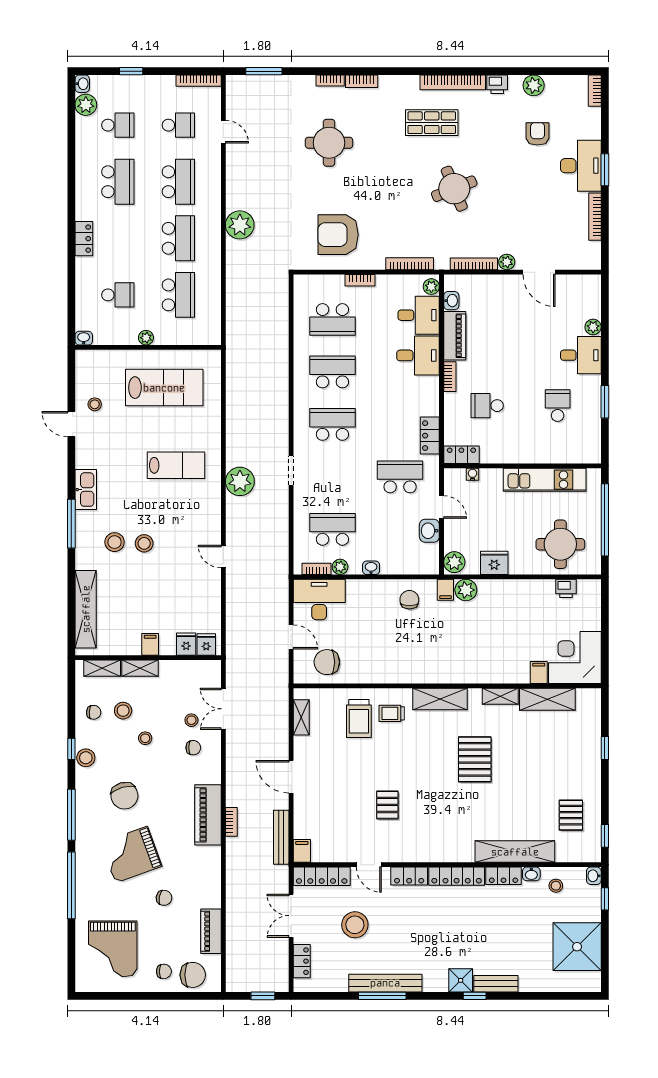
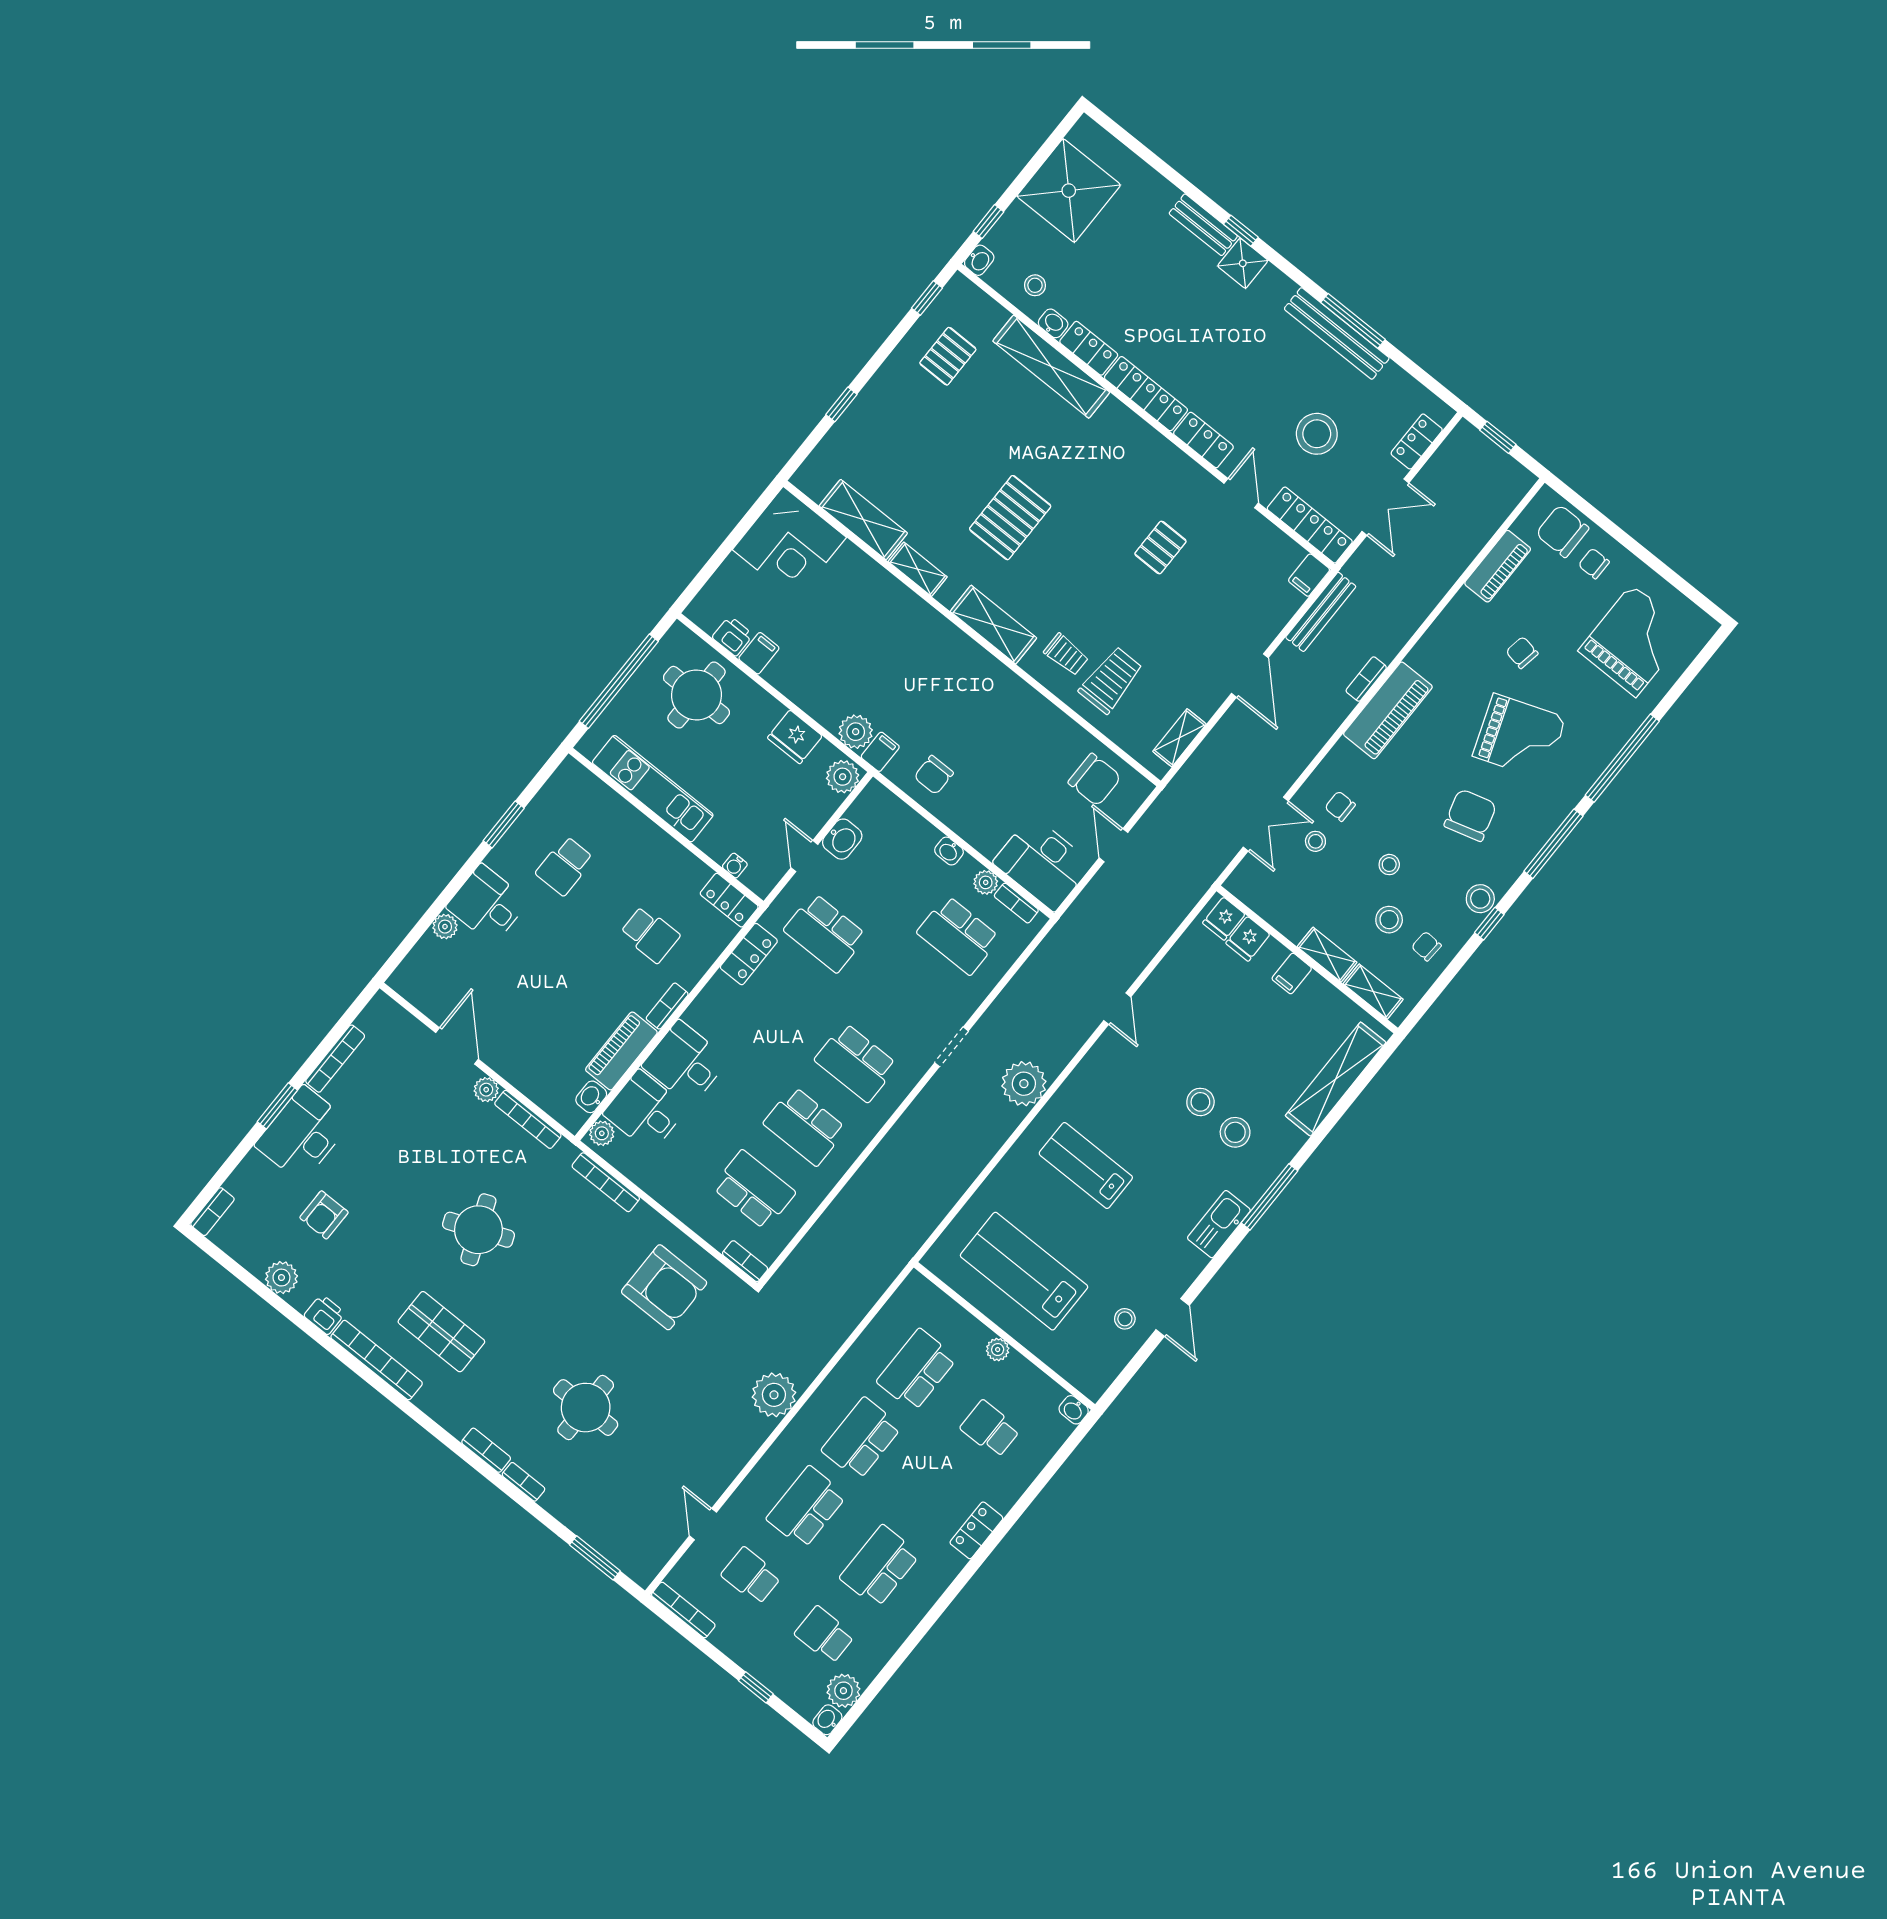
bookcase: (360, 280) -> (745, 1261), moved
filing cabinet: (539, 672) -> (759, 653), moved, turned 180

